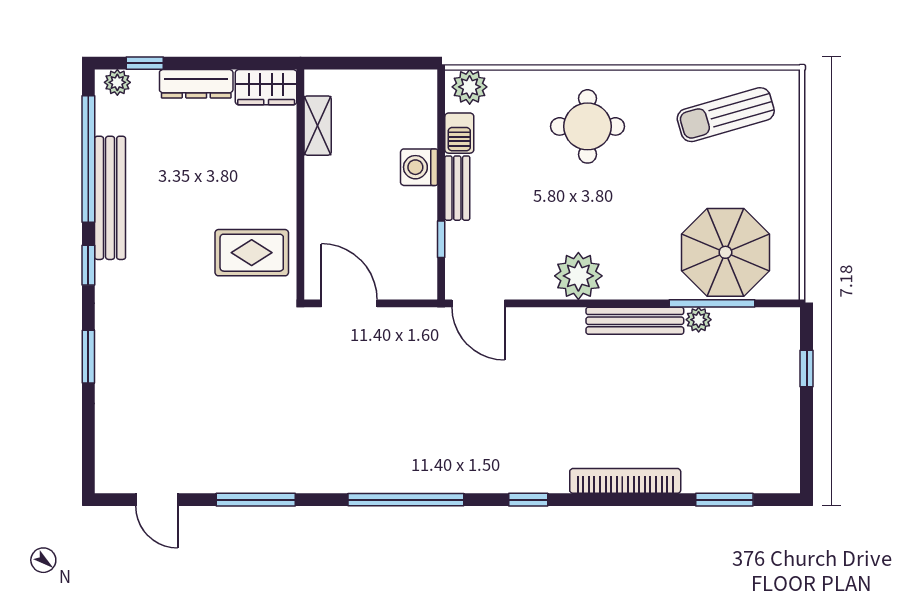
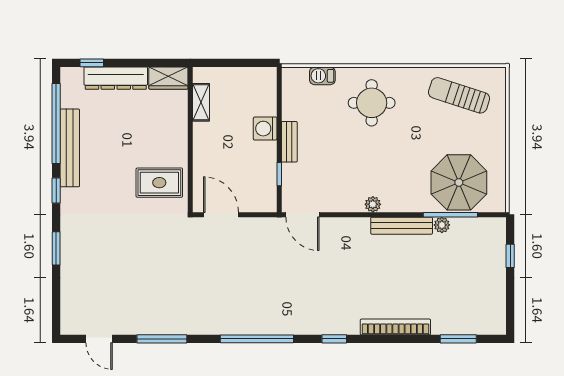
plant: (117, 82) -> (74, 75), removed
dresser: (196, 84) -> (116, 78), width x1.37, depth x1.24
plant: (470, 87) -> (297, 78), removed
sun lounger: (726, 115) -> (459, 95), turned 34
barbecue: (459, 133) -> (322, 76), moved, turned 90
plant: (578, 276) -> (373, 204), width x0.53, depth x0.53

